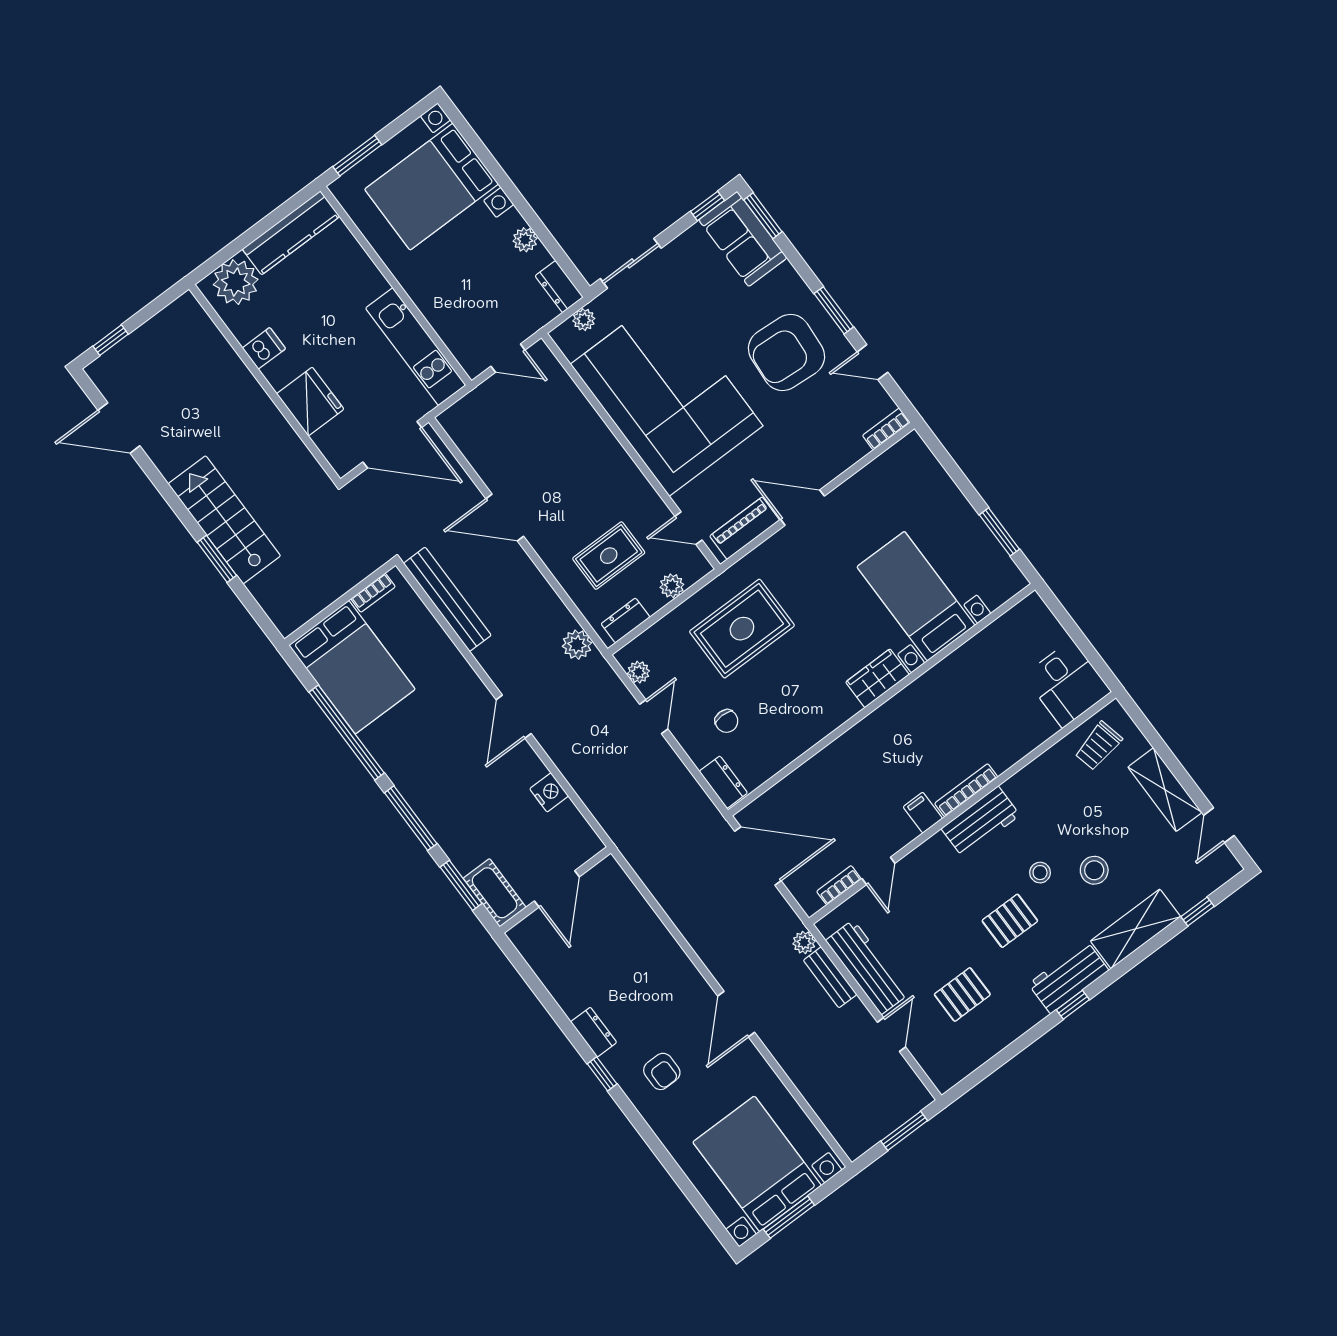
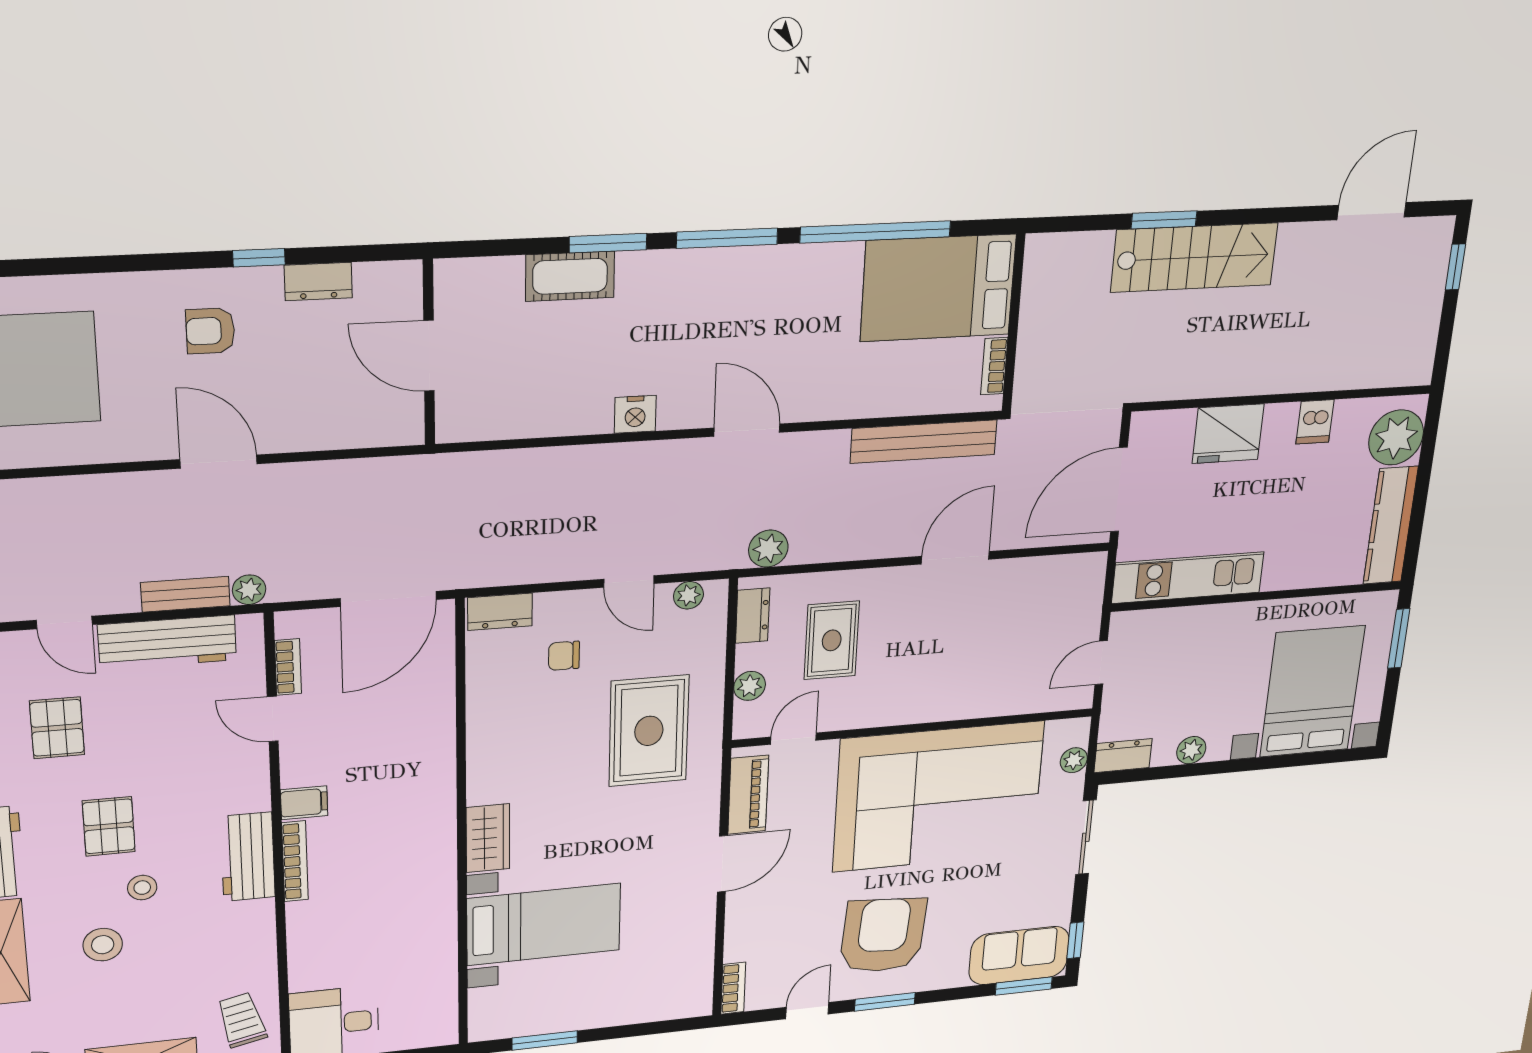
door: (557, 889) -> (429, 356), moved
wall: (555, 890) -> (429, 353), moved

